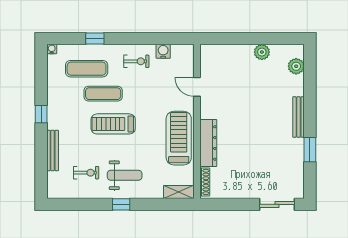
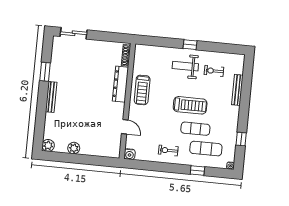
water cooler: (163, 51) -> (130, 154), moved
plant: (296, 66) -> (48, 145), moved
window: (41, 114) -> (241, 139), moved
treadmill: (179, 138) -> (142, 90), width x0.73, depth x0.73
shelving: (179, 192) -> (146, 50), removed

